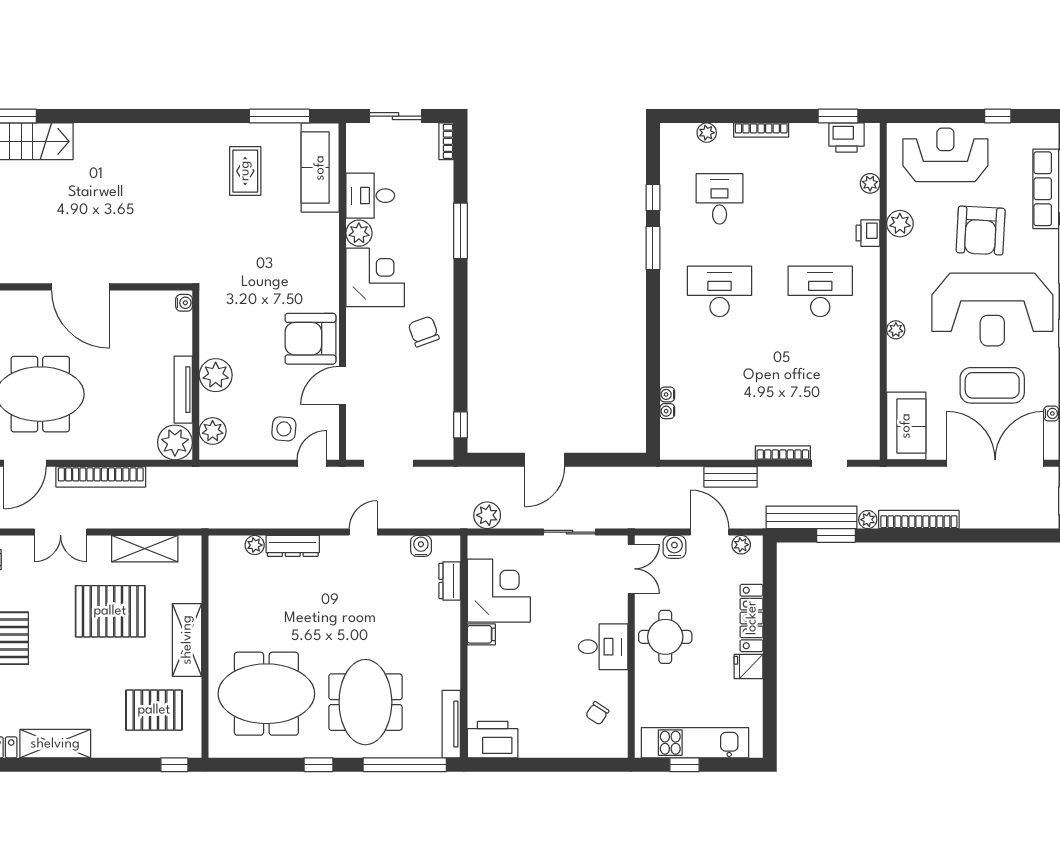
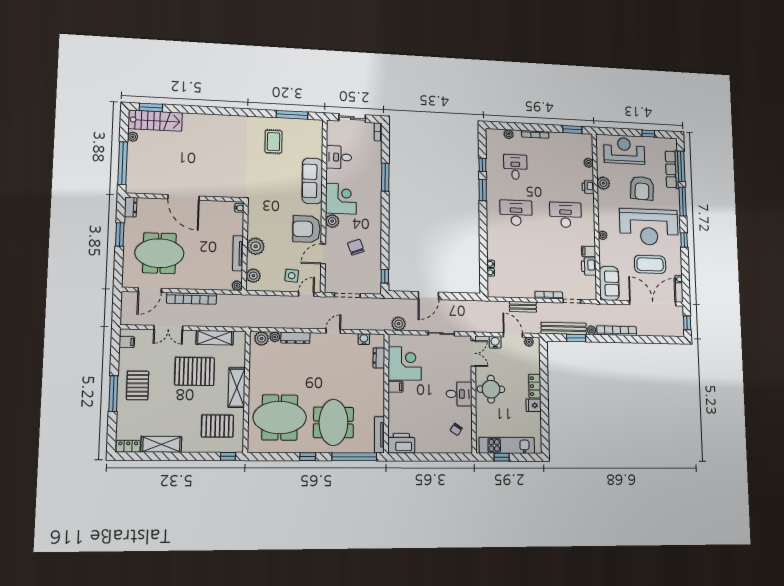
printer: (846, 137) -> (589, 266), moved, turned 90
sofa: (320, 168) -> (312, 181), moved
plant: (359, 233) -> (332, 221), moved
chair: (424, 331) -> (356, 247), moved
filing cabinet: (866, 364) -> (589, 252), added
plant: (175, 442) -> (237, 286), width x0.53, depth x0.53
plant: (230, 549) -> (261, 339), added
locker: (752, 618) -> (535, 386), width x0.66

